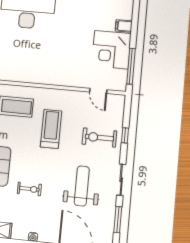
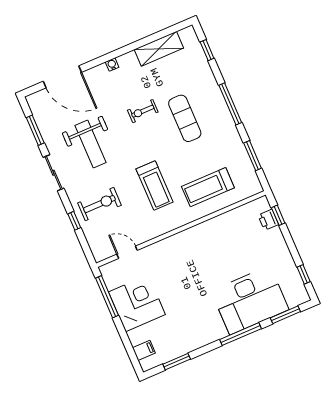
filing cabinet: (124, 26) -> (144, 350), moved

